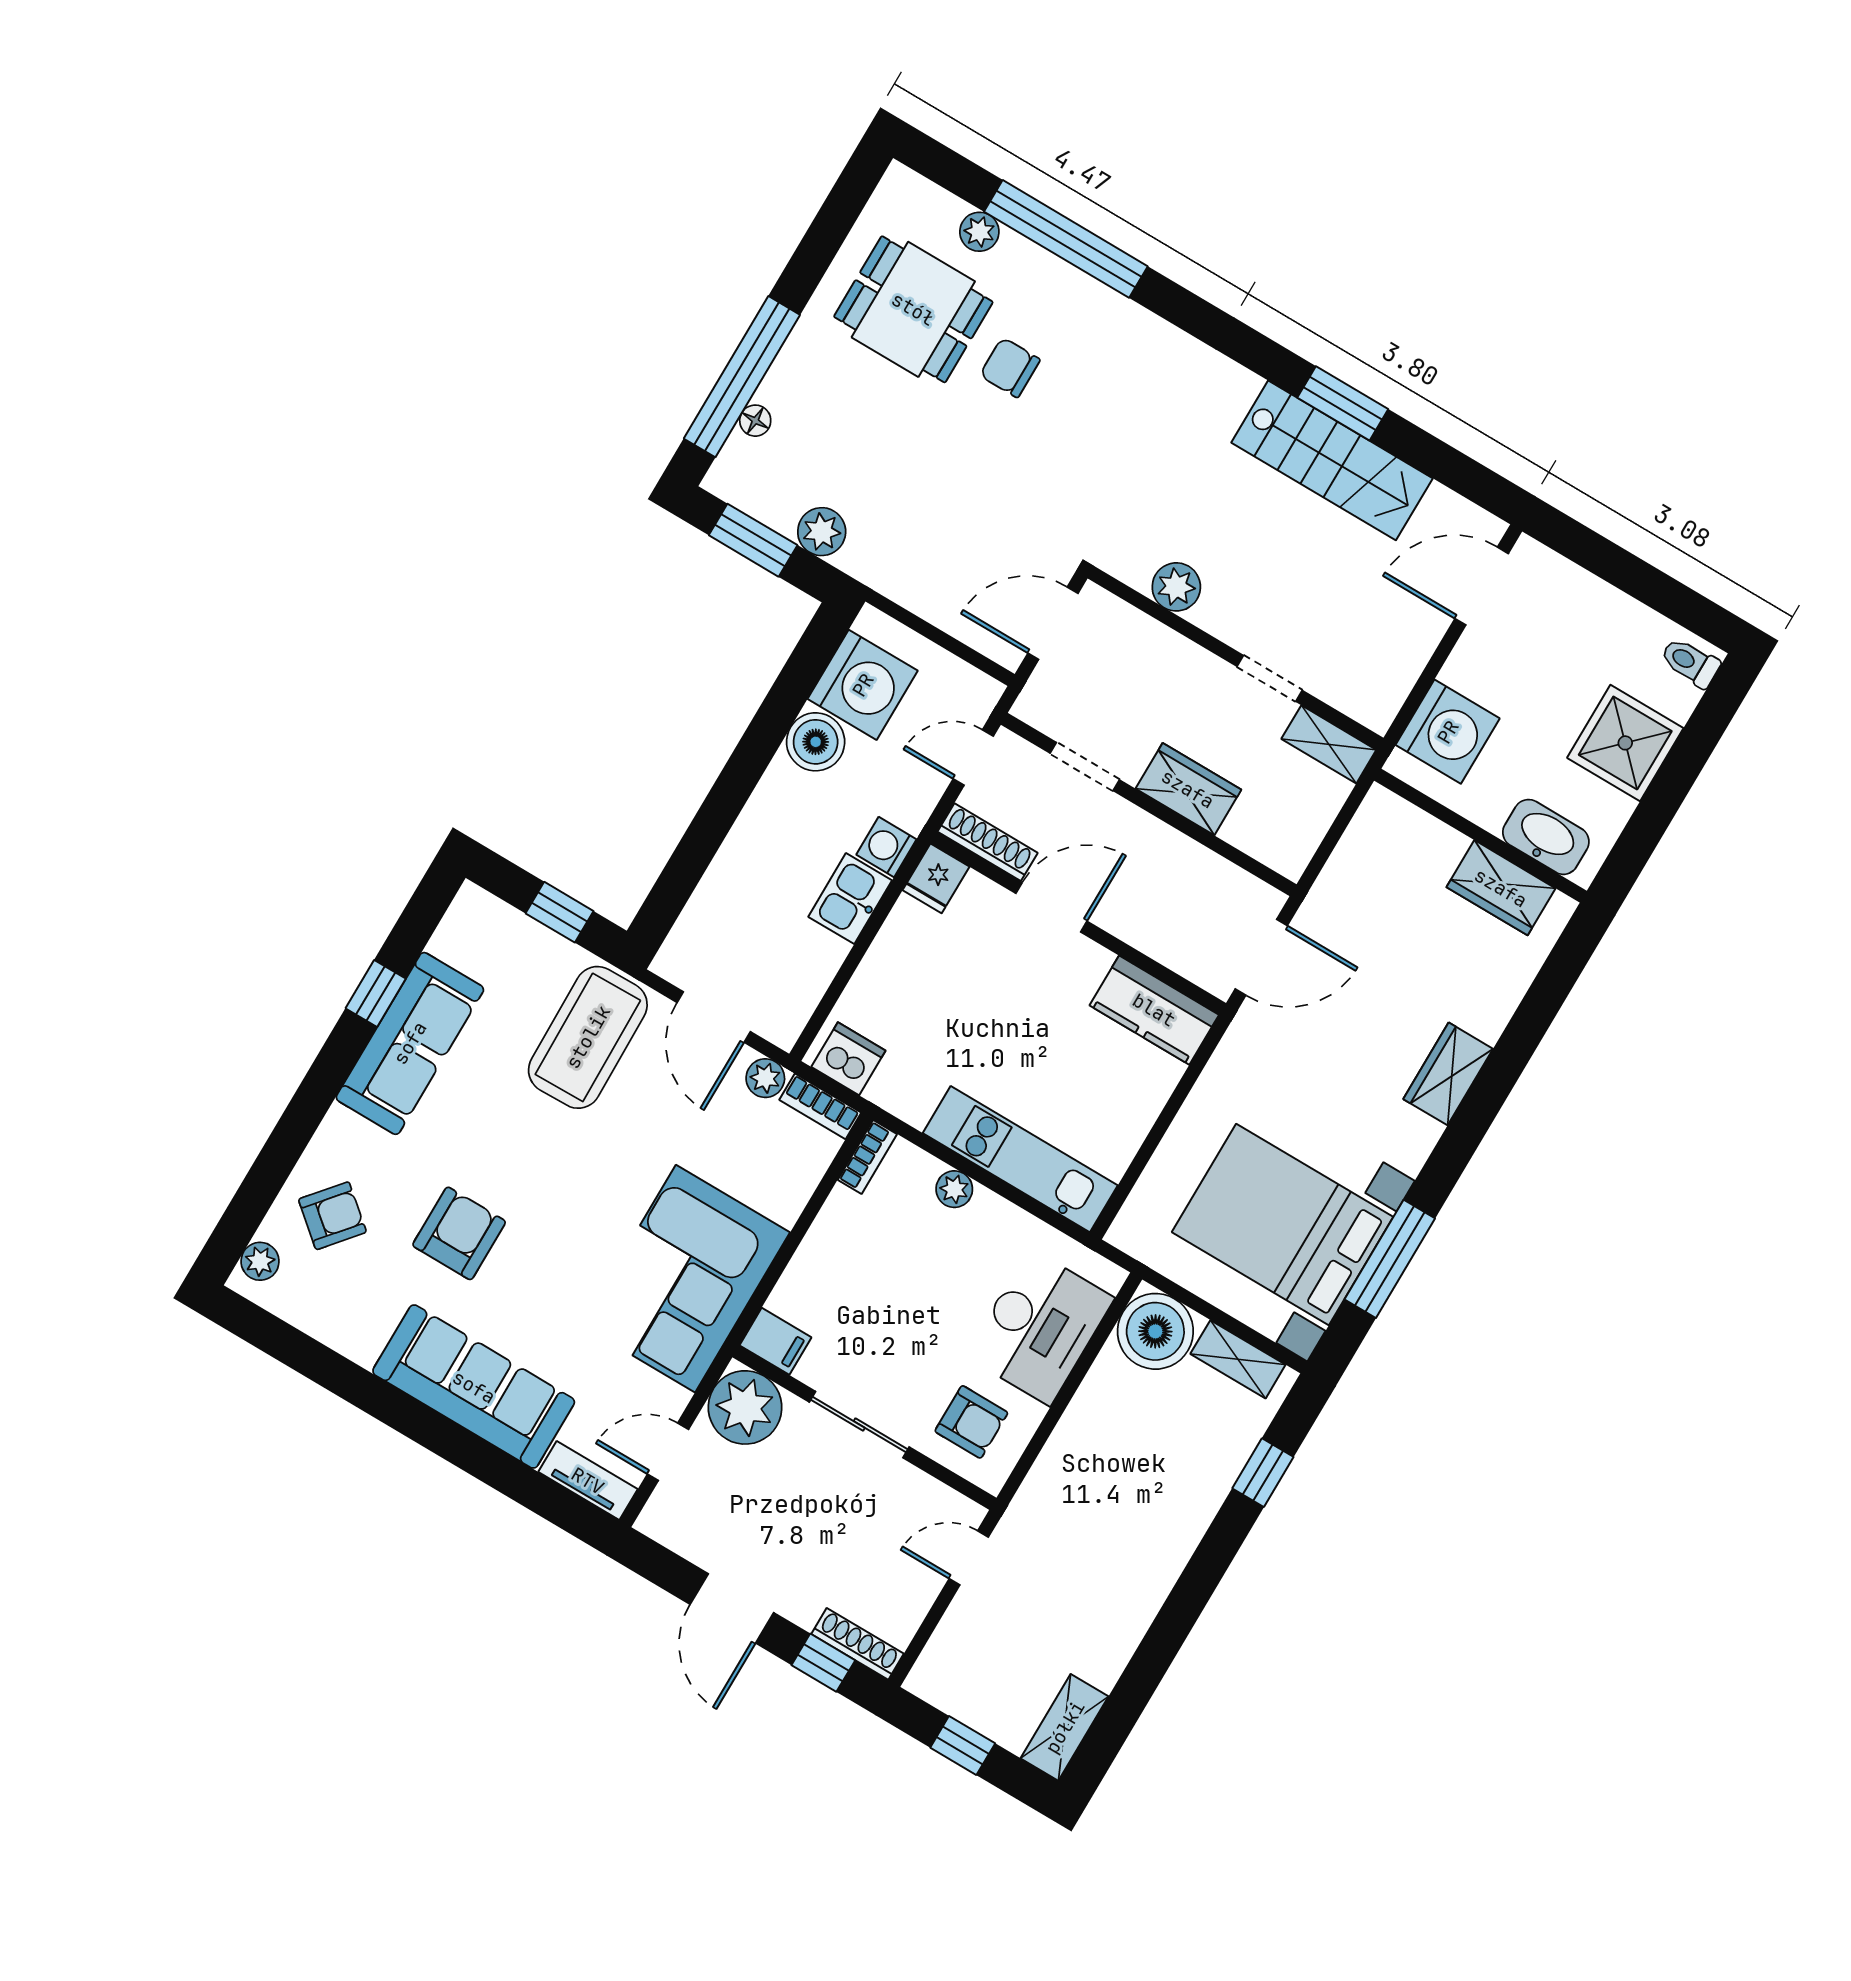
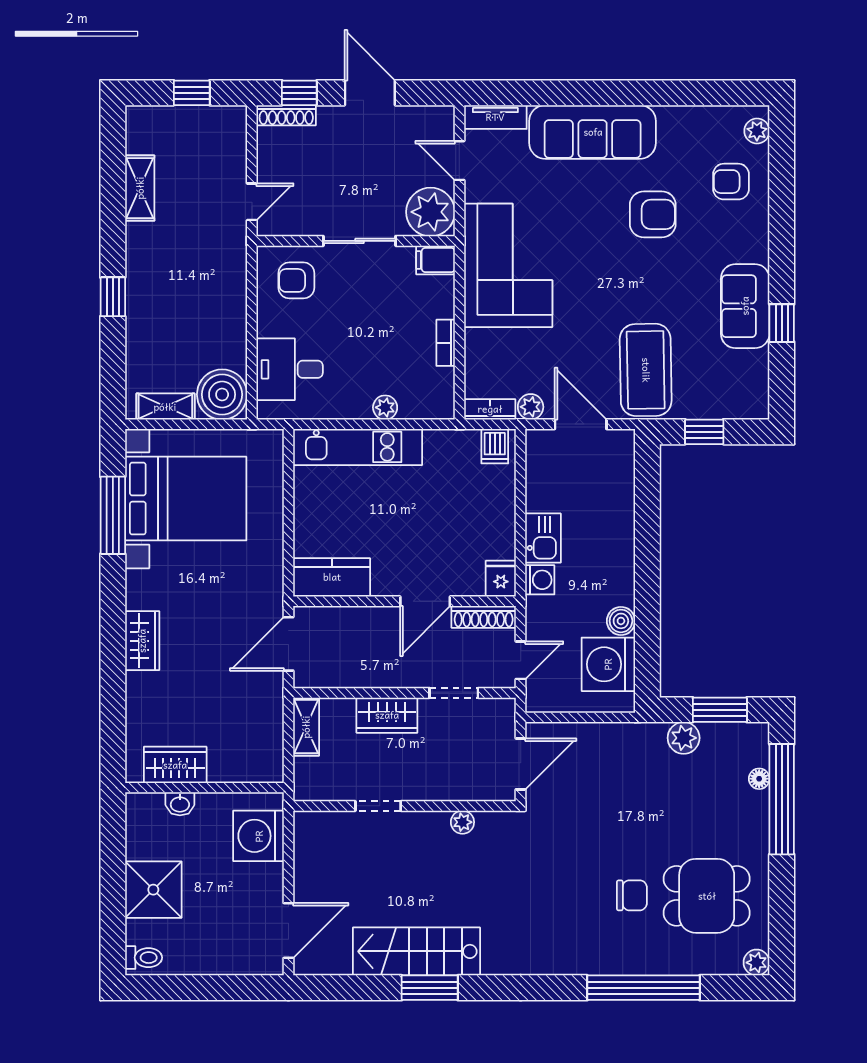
plant: (979, 232) -> (757, 963), moved
plant: (1176, 587) -> (462, 822), width x0.73, depth x0.73
boiler: (816, 742) -> (621, 621), width x0.73, depth x0.73
shelving: (1329, 744) -> (306, 727), moved, turned 90
washbasin: (1546, 837) -> (180, 804), width x0.52, depth x0.69
sofa: (410, 1043) -> (745, 306), width x0.73
dishwasher: (848, 1059) -> (495, 446), width x0.73
bookcase: (867, 1157) -> (446, 343), moved
armchair: (332, 1216) -> (731, 182), turned 50
armchair: (459, 1233) -> (653, 214), turned -90
desk: (1040, 1327) -> (290, 369), width x0.73
door: (668, 1452) -> (459, 161), swing flipped
window: (1263, 1473) -> (113, 297), moved
shelving: (1065, 1727) -> (140, 188), moved

